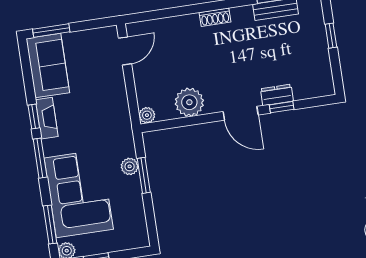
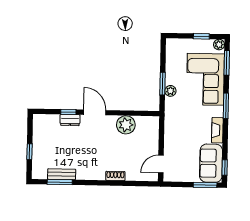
shoe rack: (215, 17) -> (115, 176), moved
plant: (147, 115) -> (154, 121), removed
window: (34, 116) -> (225, 167), moved

